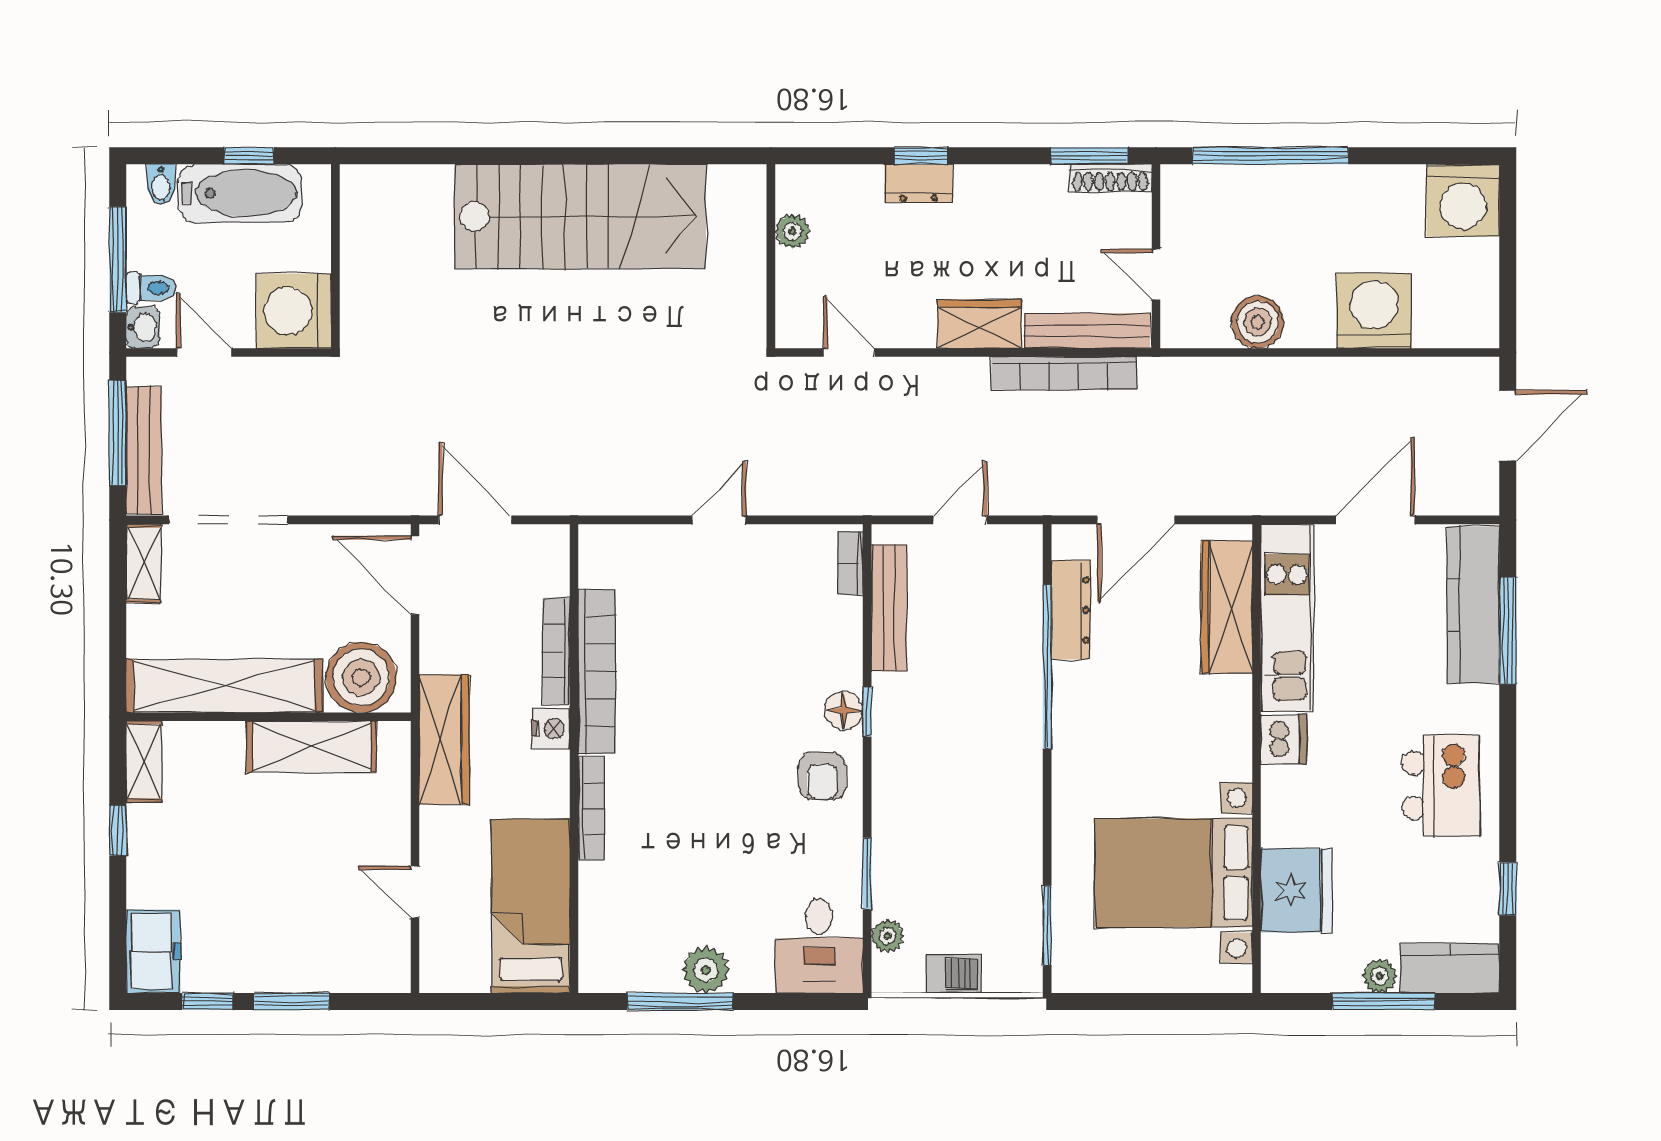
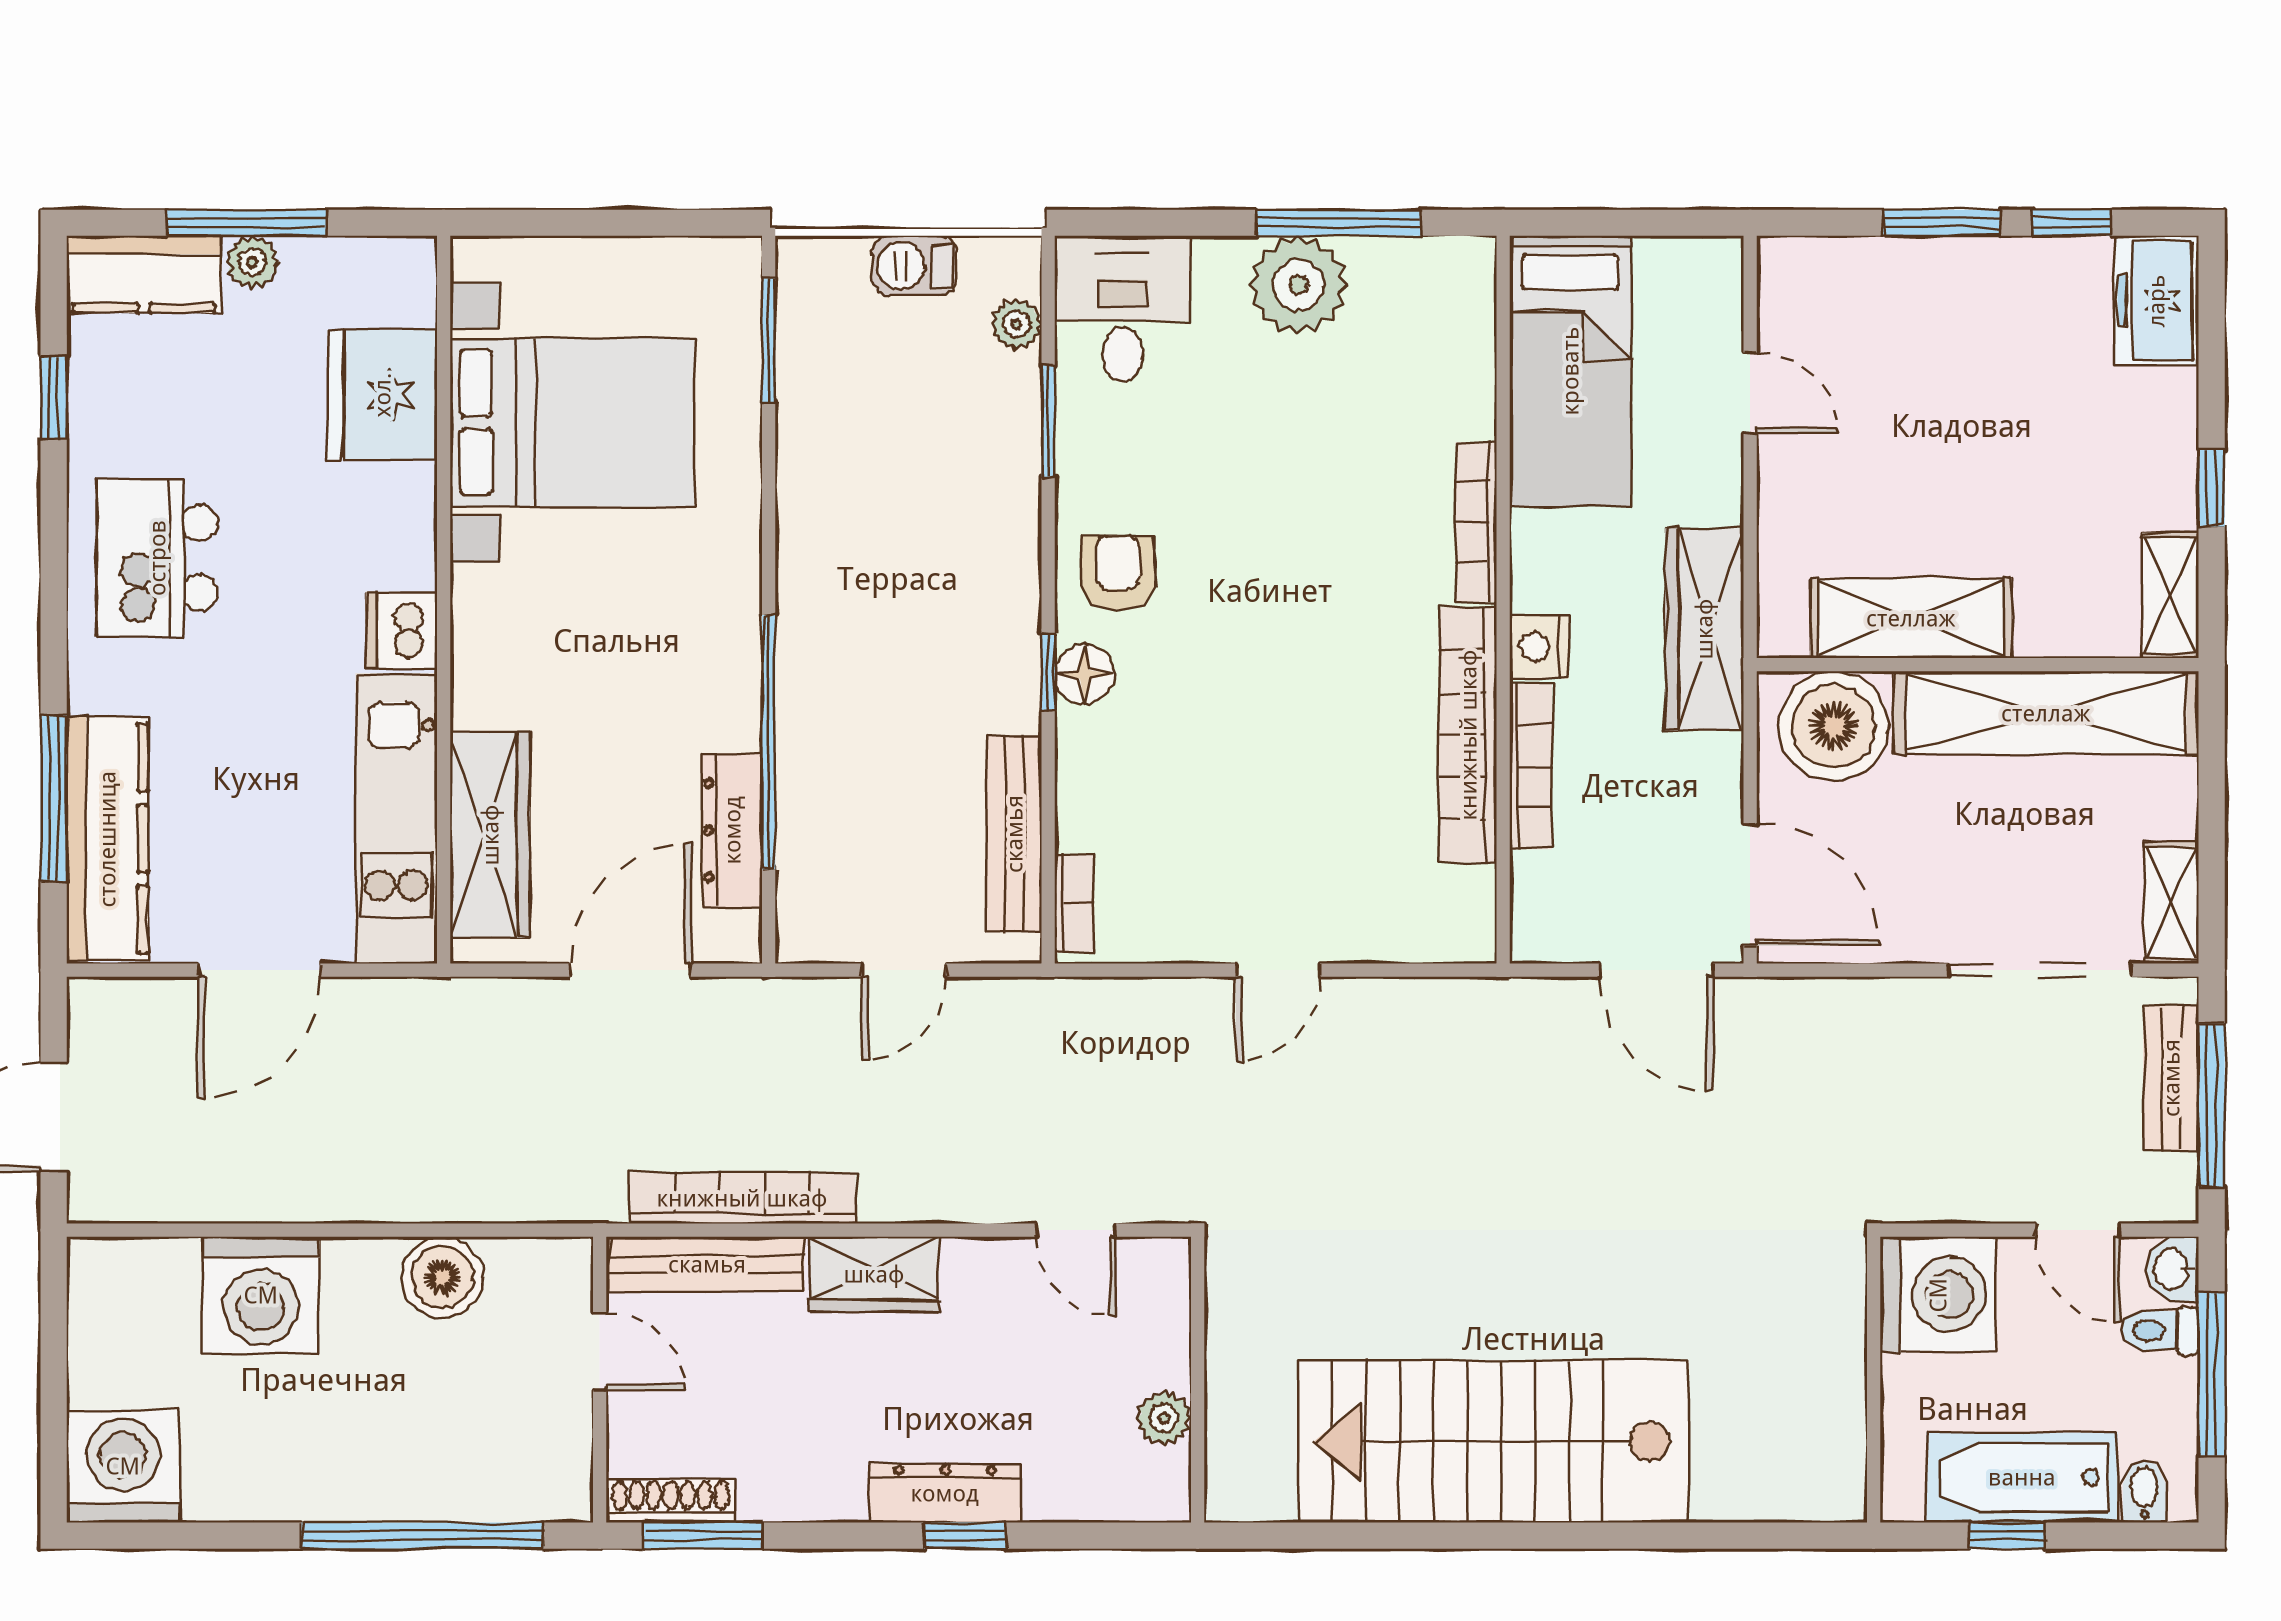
dresser: (918, 183) -> (945, 1493), width x1.44
bench: (144, 450) -> (2171, 1078), width x0.73
plant: (706, 970) -> (1298, 285), width x1.36, depth x1.36

